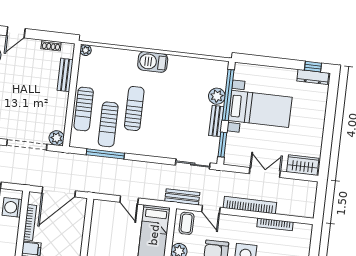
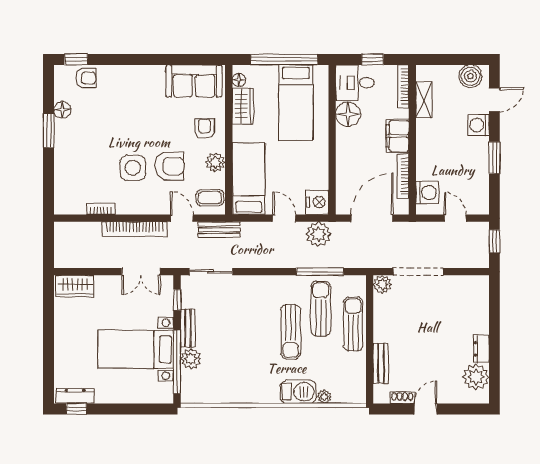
door: (16, 32) -> (426, 409), moved
plant: (86, 50) -> (324, 397), moved
barbecue: (153, 62) -> (298, 392), moved
window: (222, 145) -> (177, 300), width x0.67
double door: (265, 172) -> (141, 272), moved
plant: (103, 184) -> (318, 234), added
nightstand: (101, 210) -> (317, 202), added
coffee table: (187, 223) -> (210, 198), turned 90
bookcase: (275, 224) -> (101, 209), width x0.64

